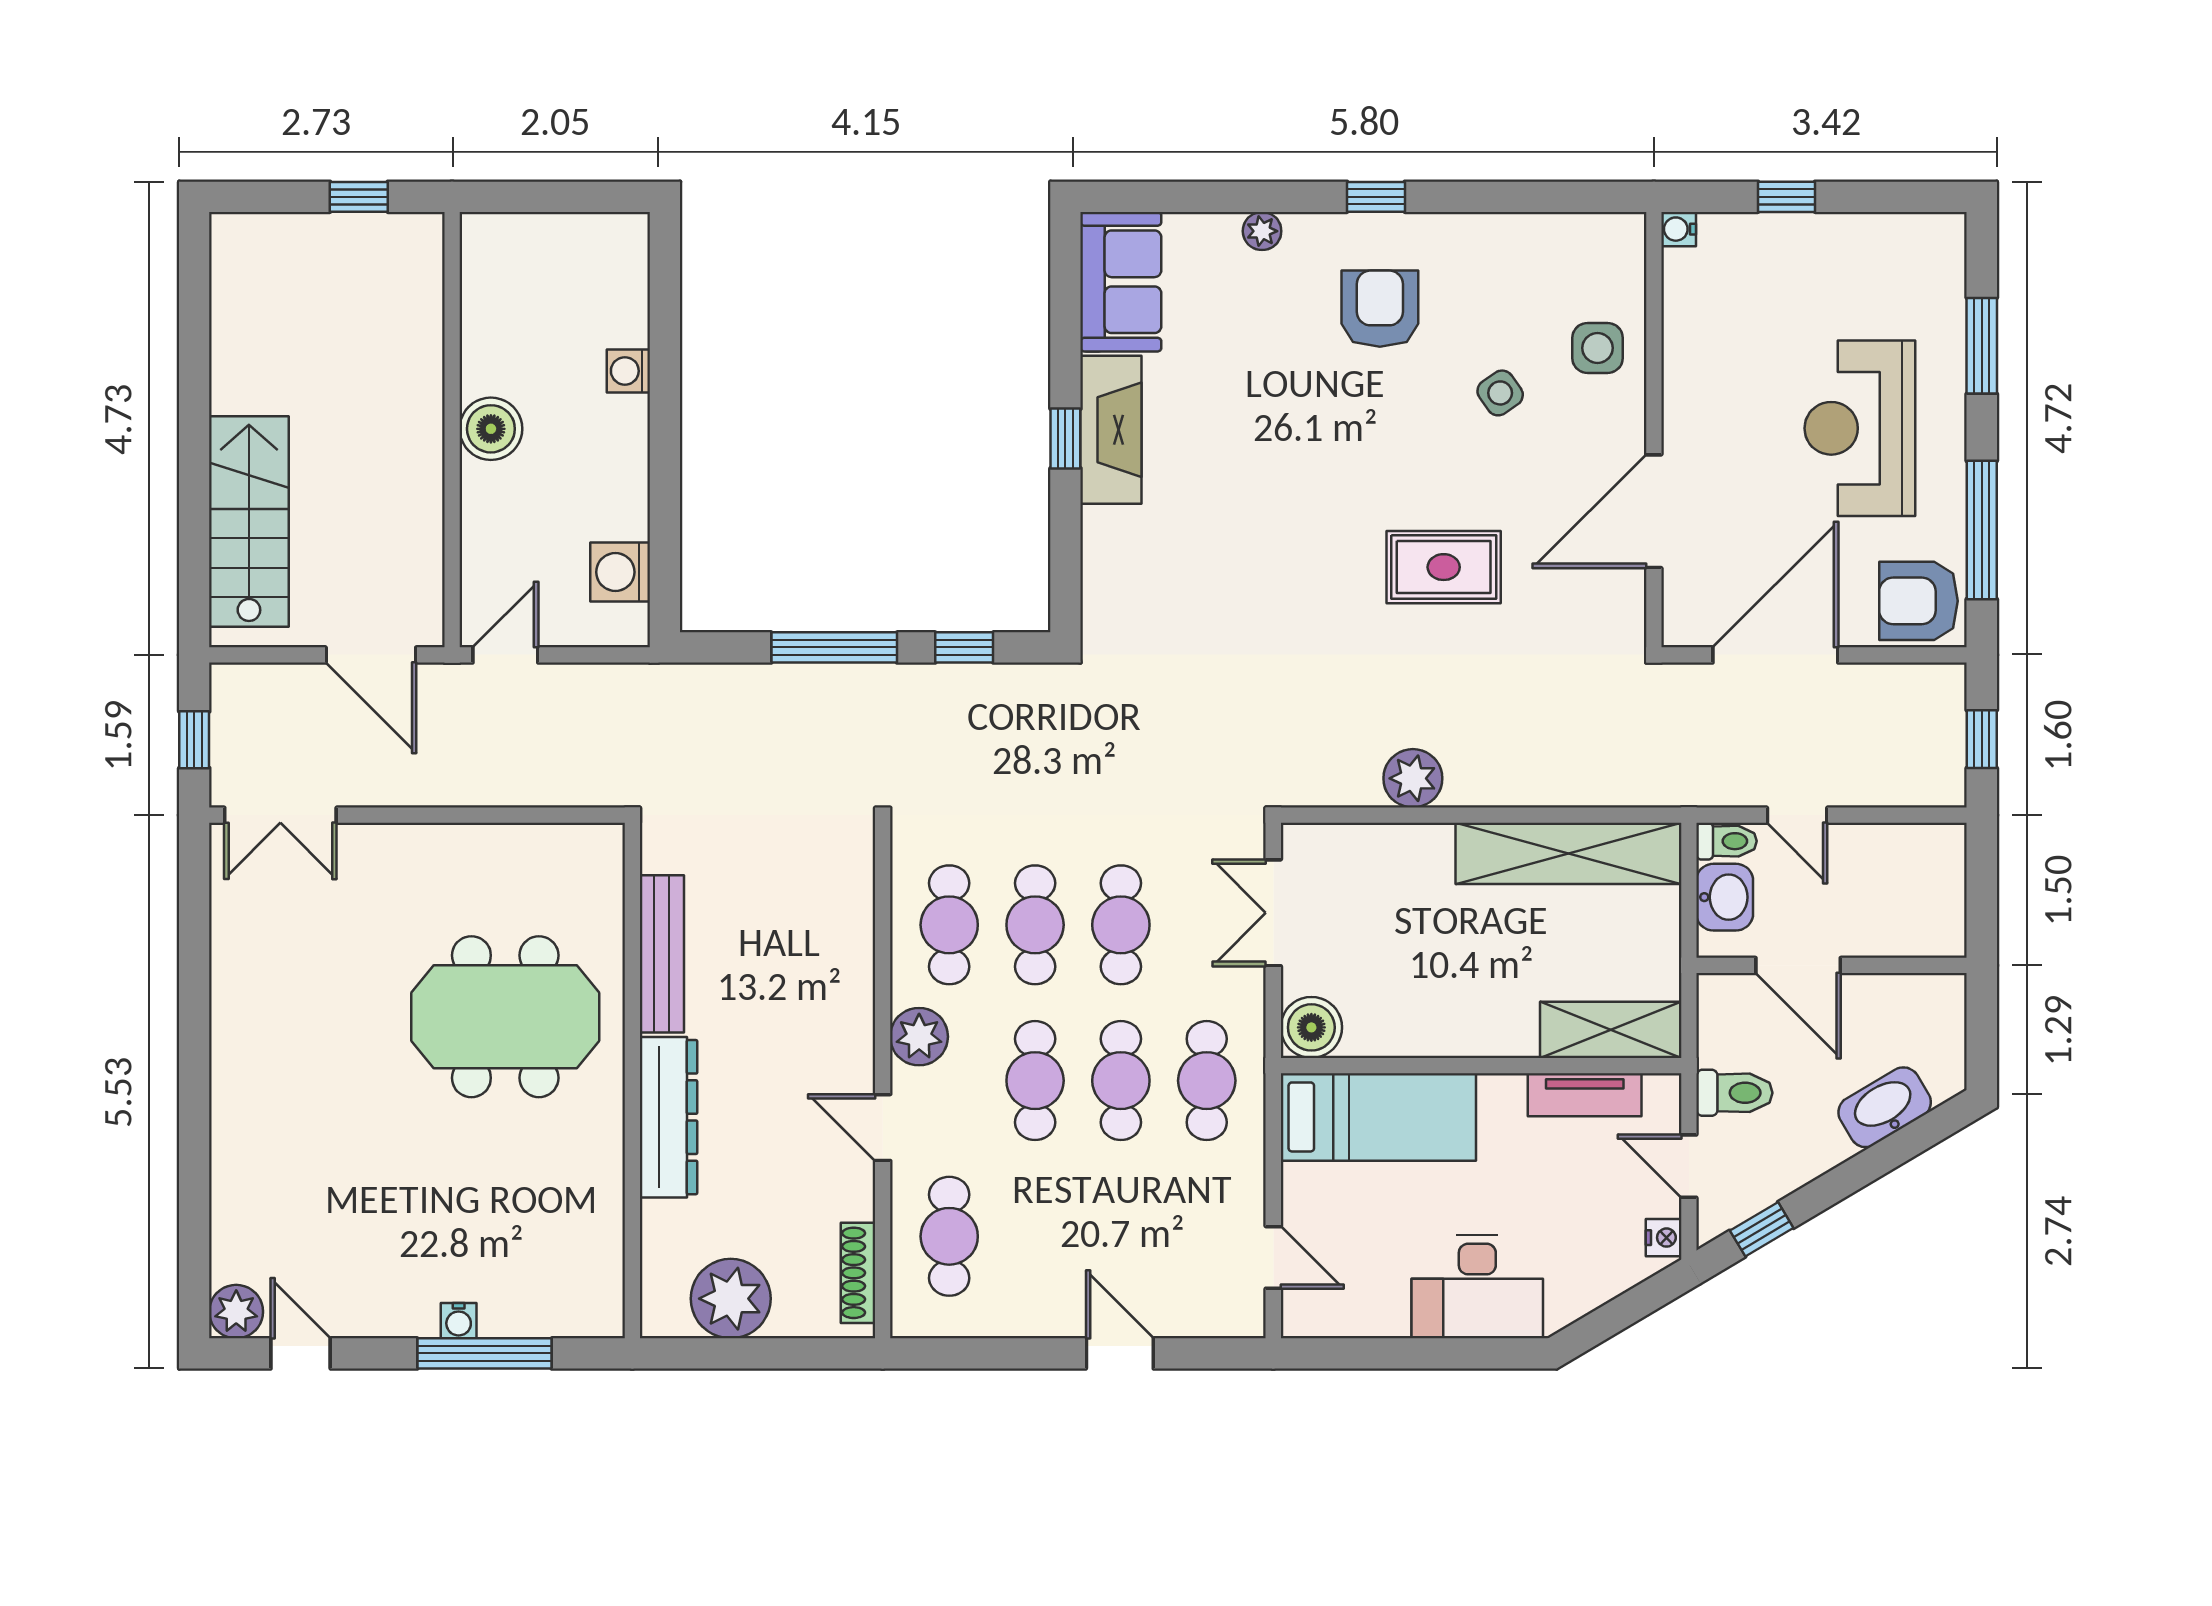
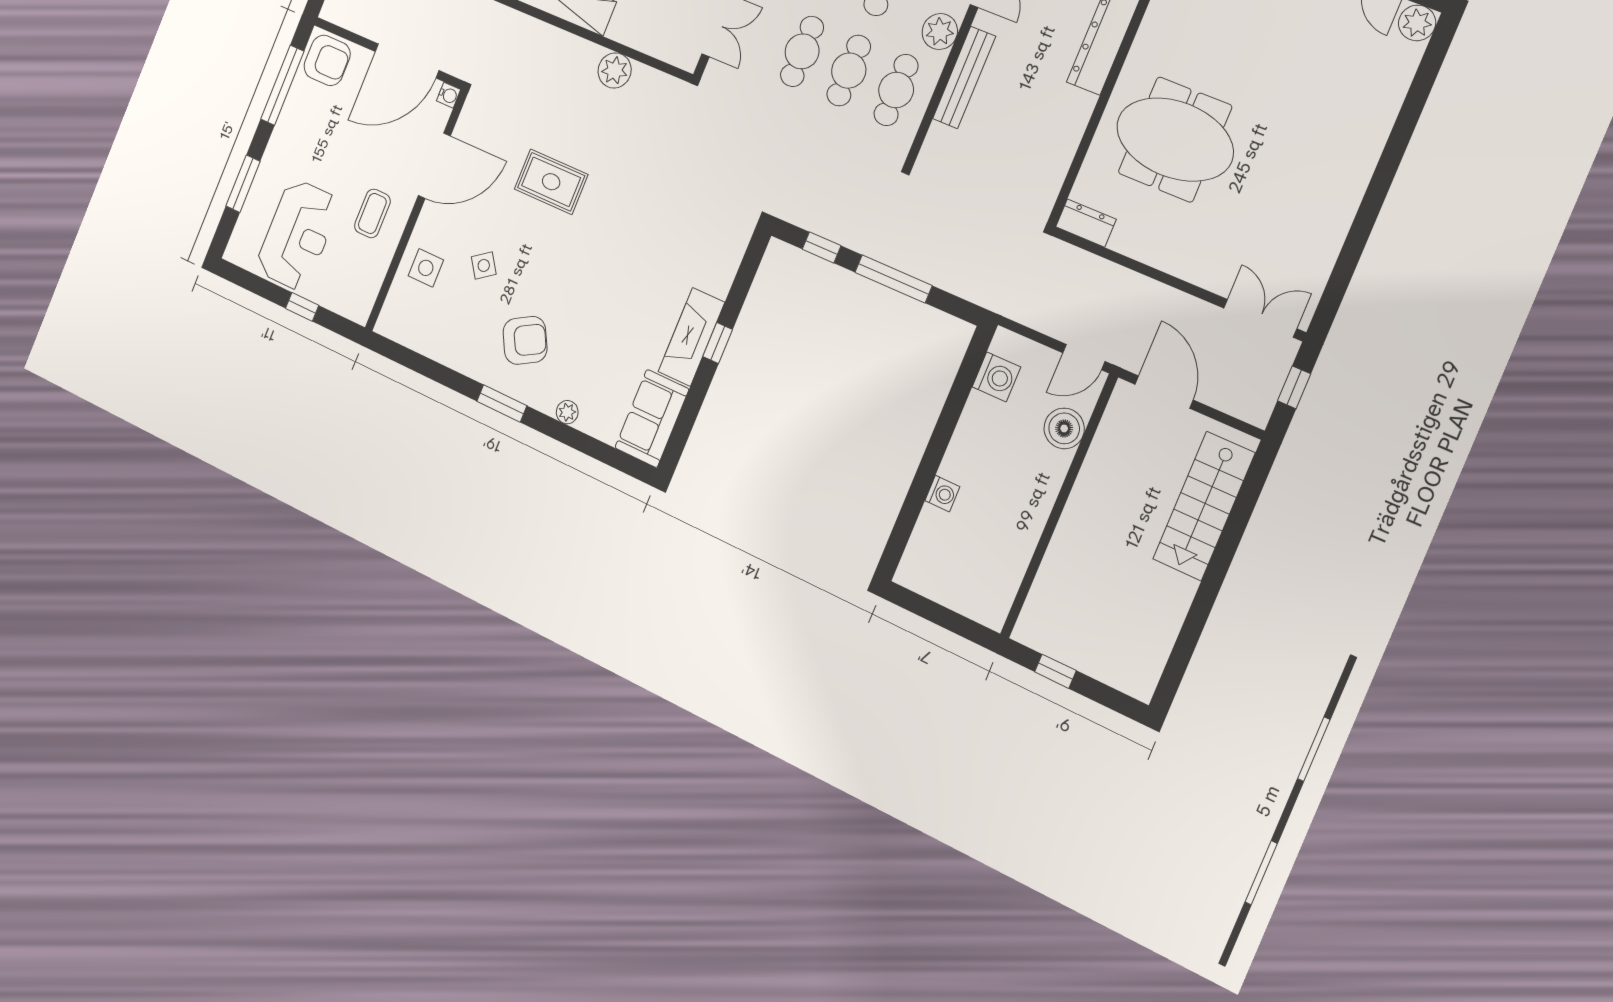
window: (1376, 197) -> (502, 403), width x1.50
water cooler: (1679, 229) -> (449, 95), moved
armchair: (1380, 309) -> (525, 340), turned -119
coffee table: (1729, 394) -> (372, 213), added
reception desk: (1860, 428) -> (298, 235), moved
boiler: (491, 429) -> (1064, 428), moved
dresser: (583, 846) -> (1086, 223), added
bench: (662, 954) -> (964, 77), moved

